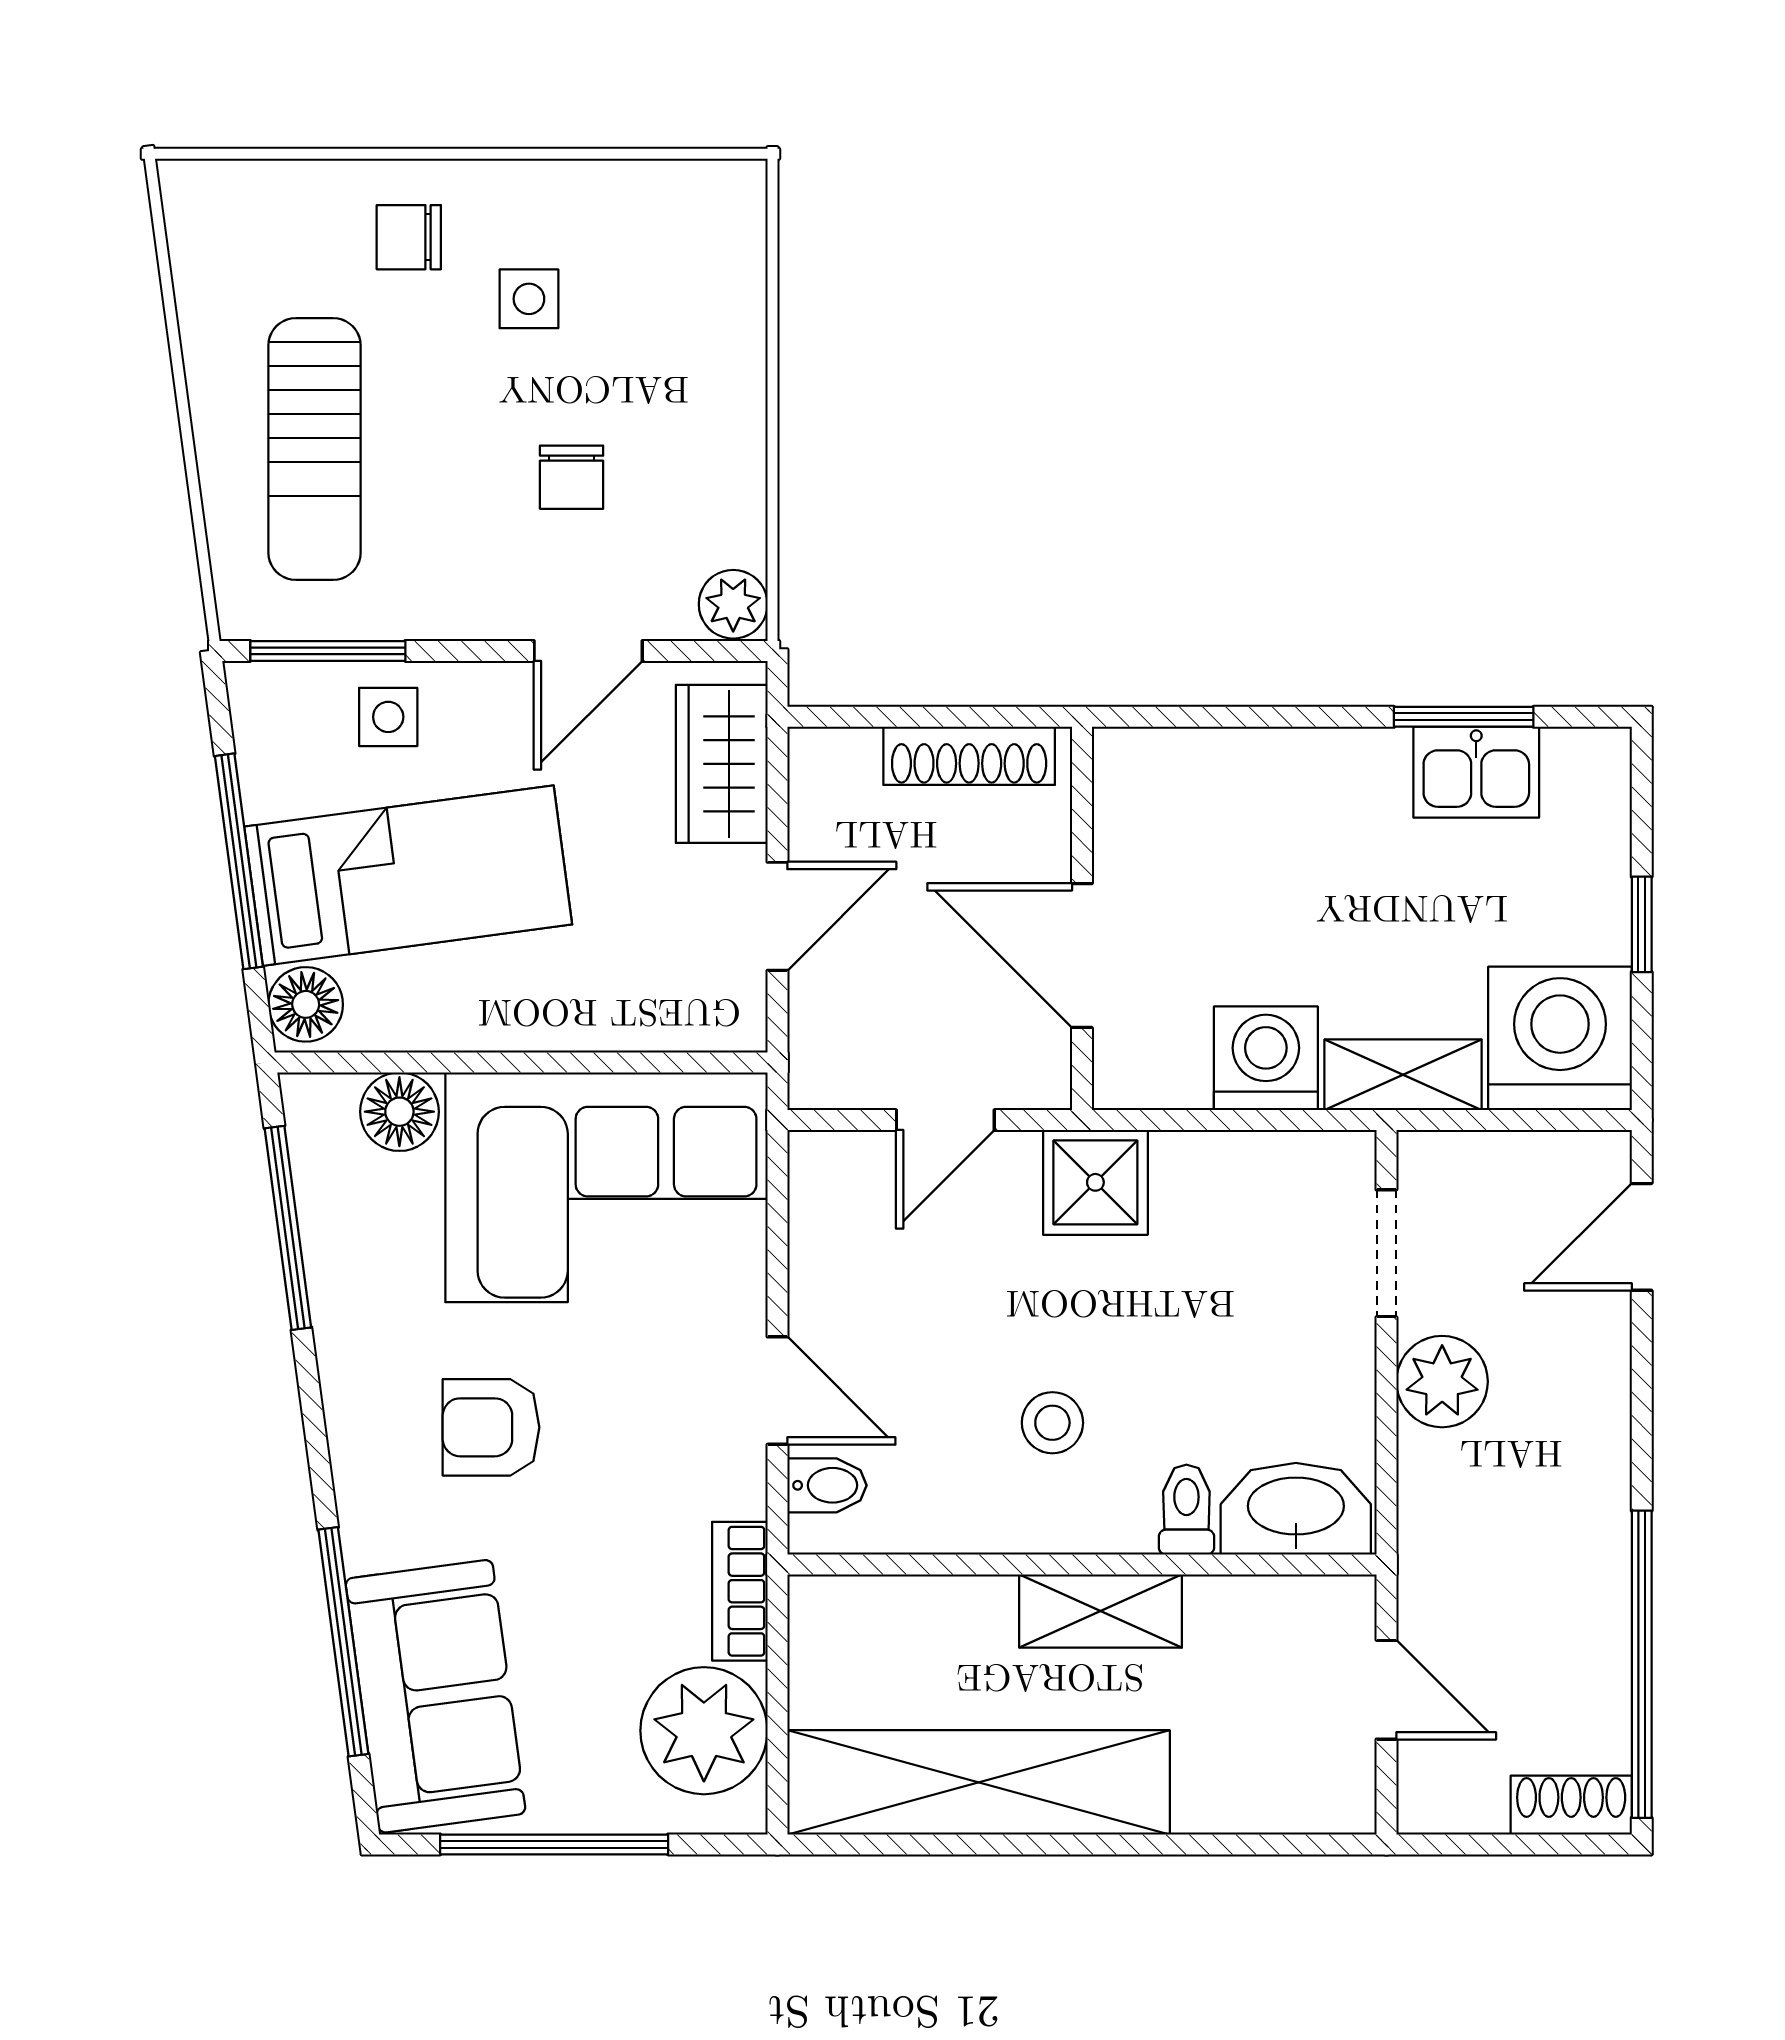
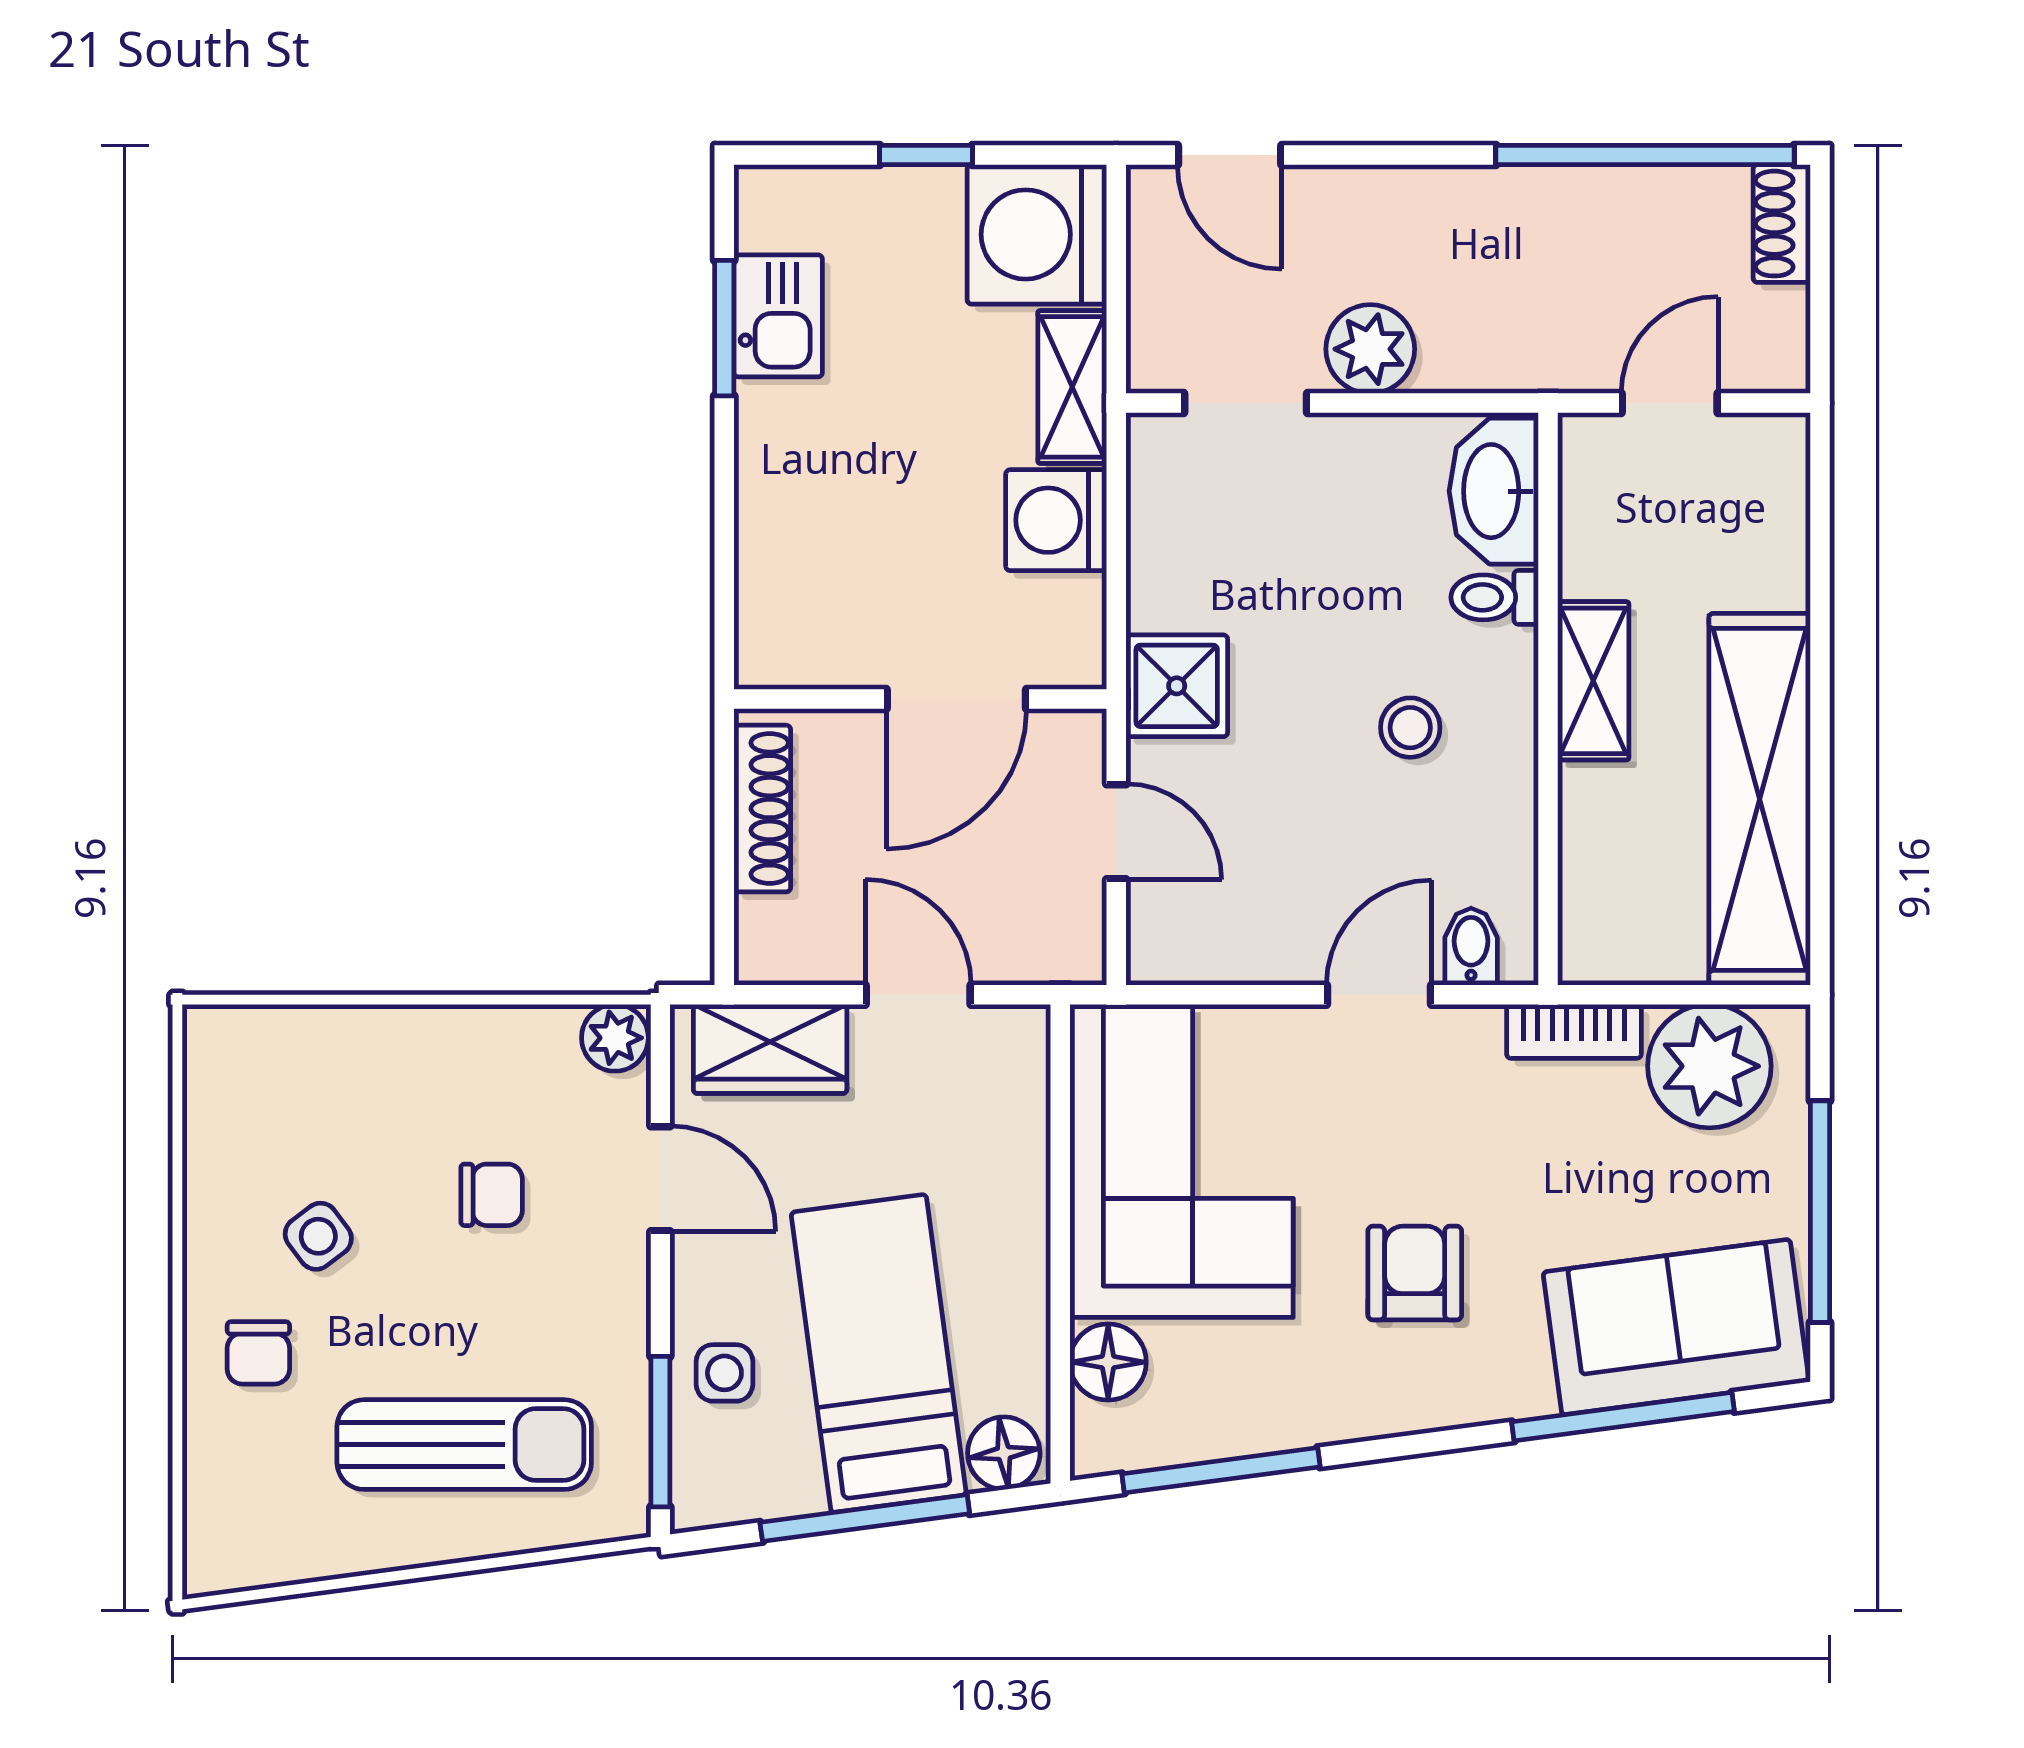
side table: (529, 299) -> (318, 1236), turned -37
armchair: (491, 1427) -> (1415, 1273), turned 180

